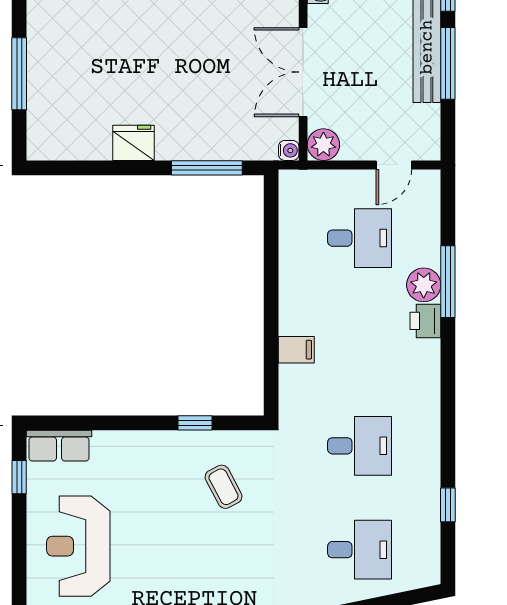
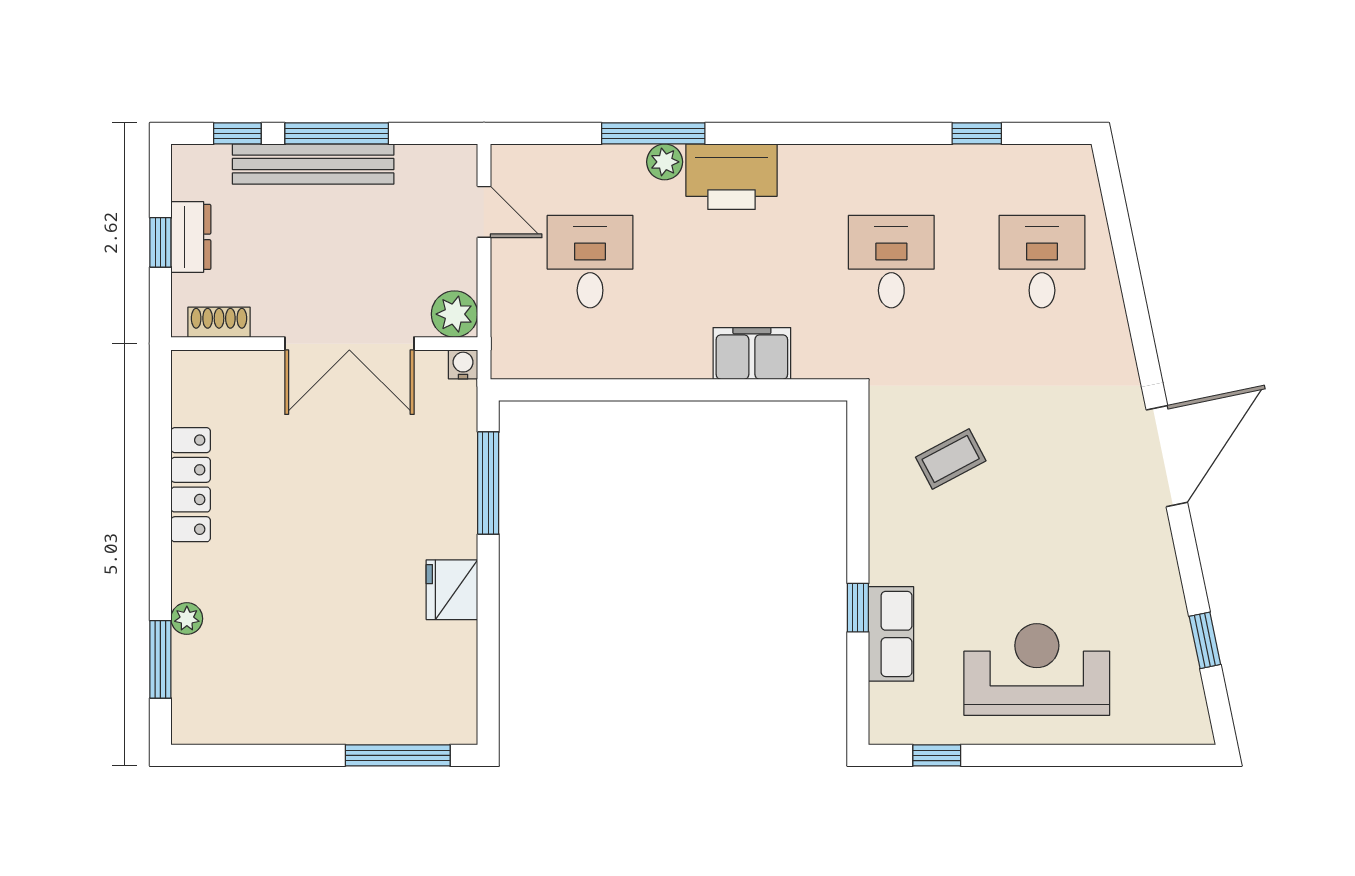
window: (19, 74) -> (398, 755), moved
plant: (424, 285) -> (665, 162), width x0.73, depth x0.73
printer: (425, 321) -> (732, 177), width x1.87, depth x1.48
filing cabinet: (296, 350) -> (752, 353), width x2.00
window: (195, 423) -> (858, 608), moved
row of seats: (59, 446) -> (891, 634), moved
reception desk: (78, 546) -> (1037, 669), turned 180

